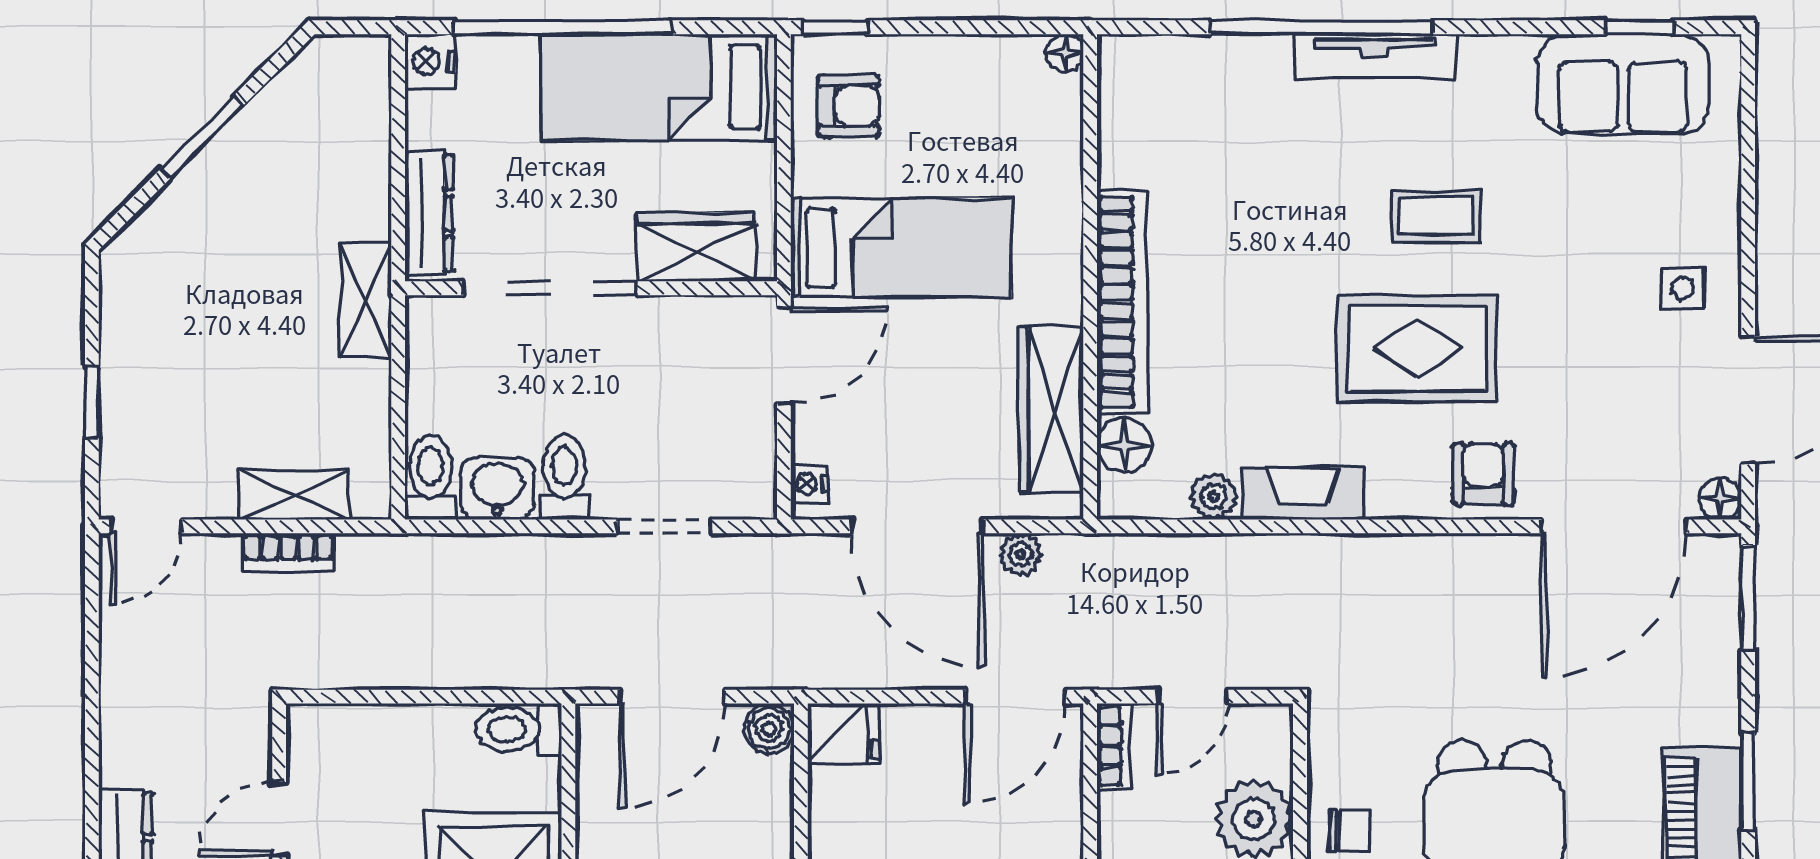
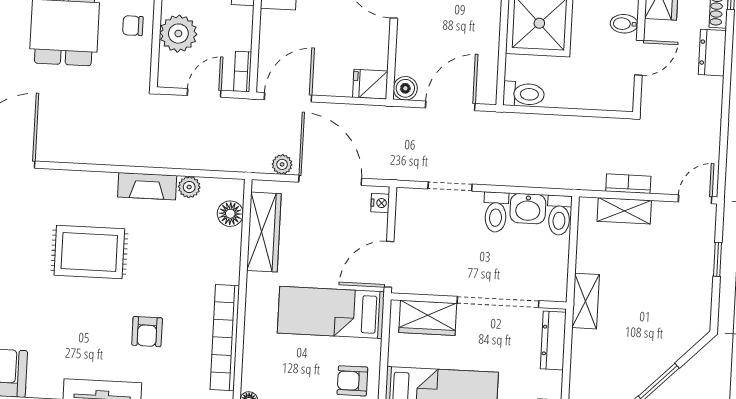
coffee table: (1436, 216) -> (77, 314), removed
bookcase: (1122, 302) -> (225, 338), moved
armchair: (1483, 474) -> (147, 332), moved

